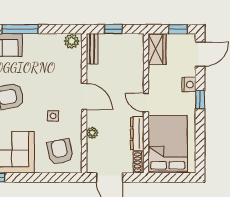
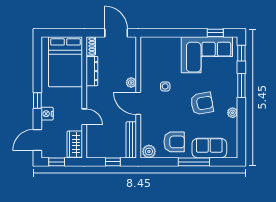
bench: (92, 49) -> (131, 140), width x1.36
door: (146, 102) -> (84, 117), moved
plant: (92, 133) -> (131, 83), moved
armchair: (60, 152) -> (174, 142), moved, turned -78

